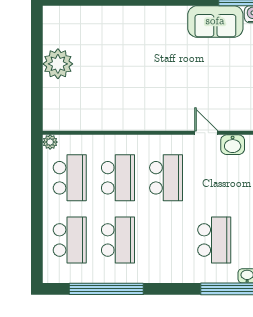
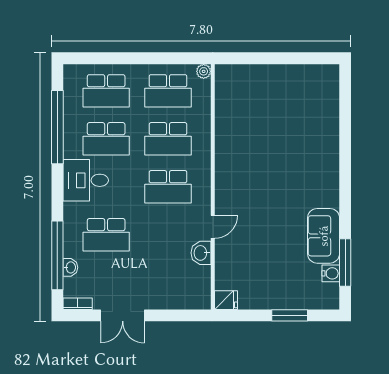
plant: (58, 64) -> (281, 79), removed
desk: (160, 260) -> (86, 180), added

